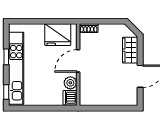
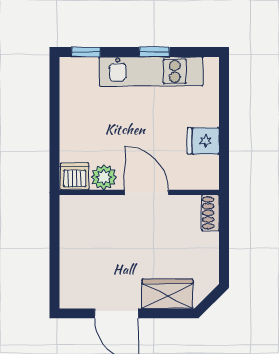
fridge: (58, 35) -> (203, 141), width x0.53, depth x0.75
kitchen unit: (16, 68) -> (151, 71), width x0.73

